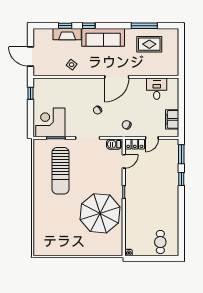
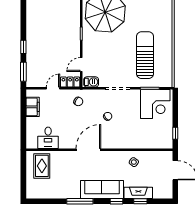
window: (144, 26) -> (80, 201), moved
rug: (149, 44) -> (42, 166), moved, turned 90

